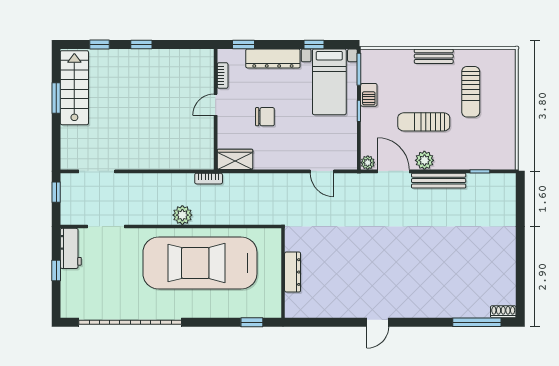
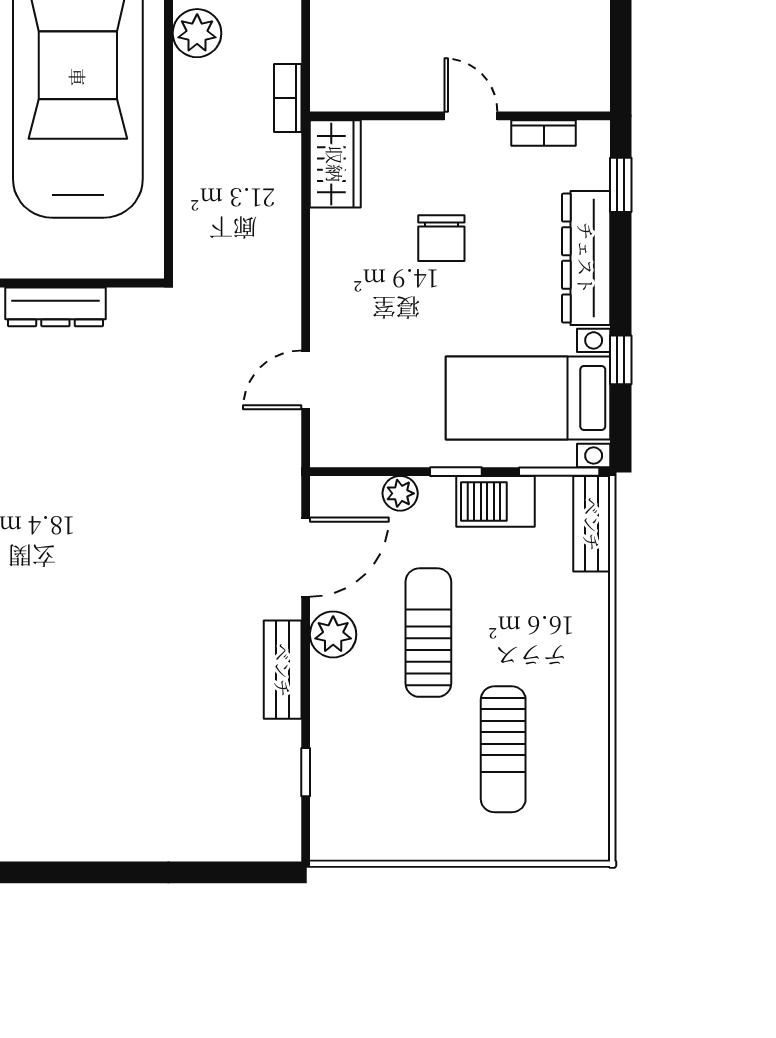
bench: (434, 56) -> (592, 524), moved
sun lounger: (471, 92) -> (503, 749), turned -90
barbecue: (369, 95) -> (496, 501), width x1.38, depth x1.27
plant: (368, 163) -> (400, 493), moved
bench: (439, 181) -> (283, 670), width x0.73

